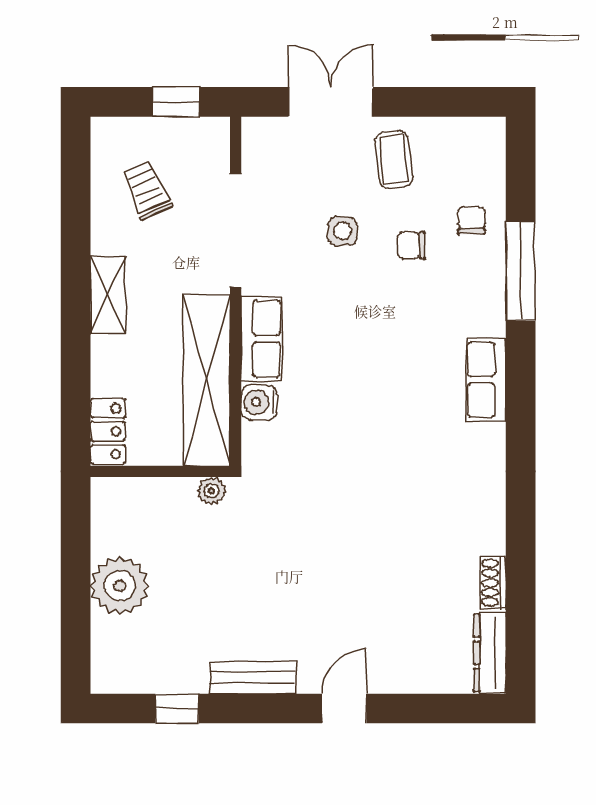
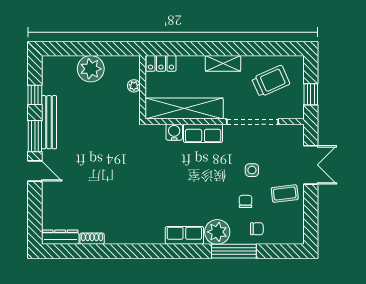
trolley: (147, 190) -> (271, 81), width x1.36, depth x1.39
plant: (478, 308) -> (217, 232), added
plant: (211, 491) -> (134, 86), moved
bench: (253, 677) -> (49, 122), width x1.36
window: (268, 709) -> (35, 136), added

